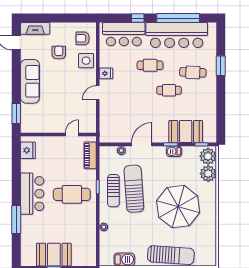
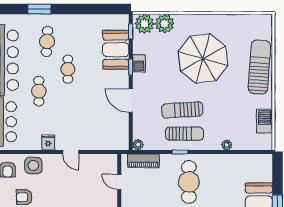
plant: (121, 151) -> (138, 145), moved
sun lounger: (134, 189) -> (182, 110), width x0.73, depth x0.75

